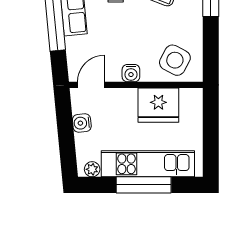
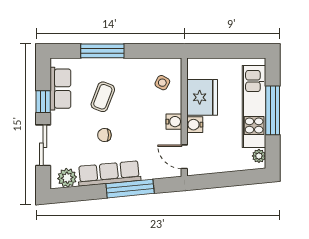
side table: (175, 60) -> (162, 83), width x0.54, depth x0.54
water cooler: (82, 123) -> (195, 125), moved, turned 95

